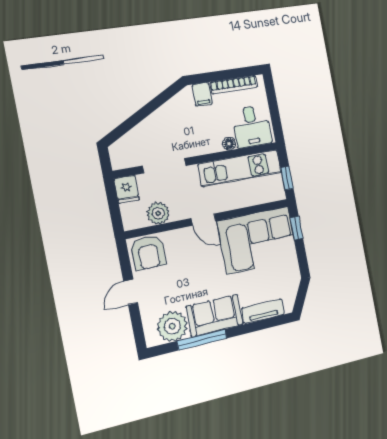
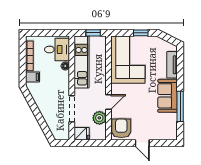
door: (203, 220) -> (108, 102), moved
window: (296, 228) -> (141, 33), moved
armchair: (148, 252) -> (121, 128), turned -90
plant: (172, 326) -> (168, 123), removed

